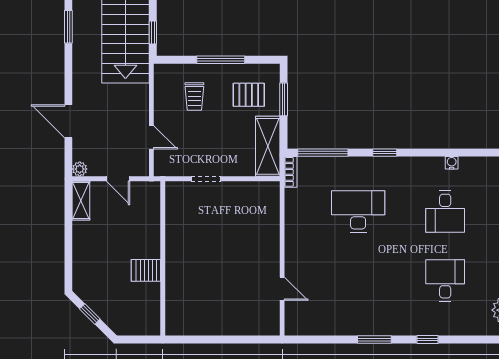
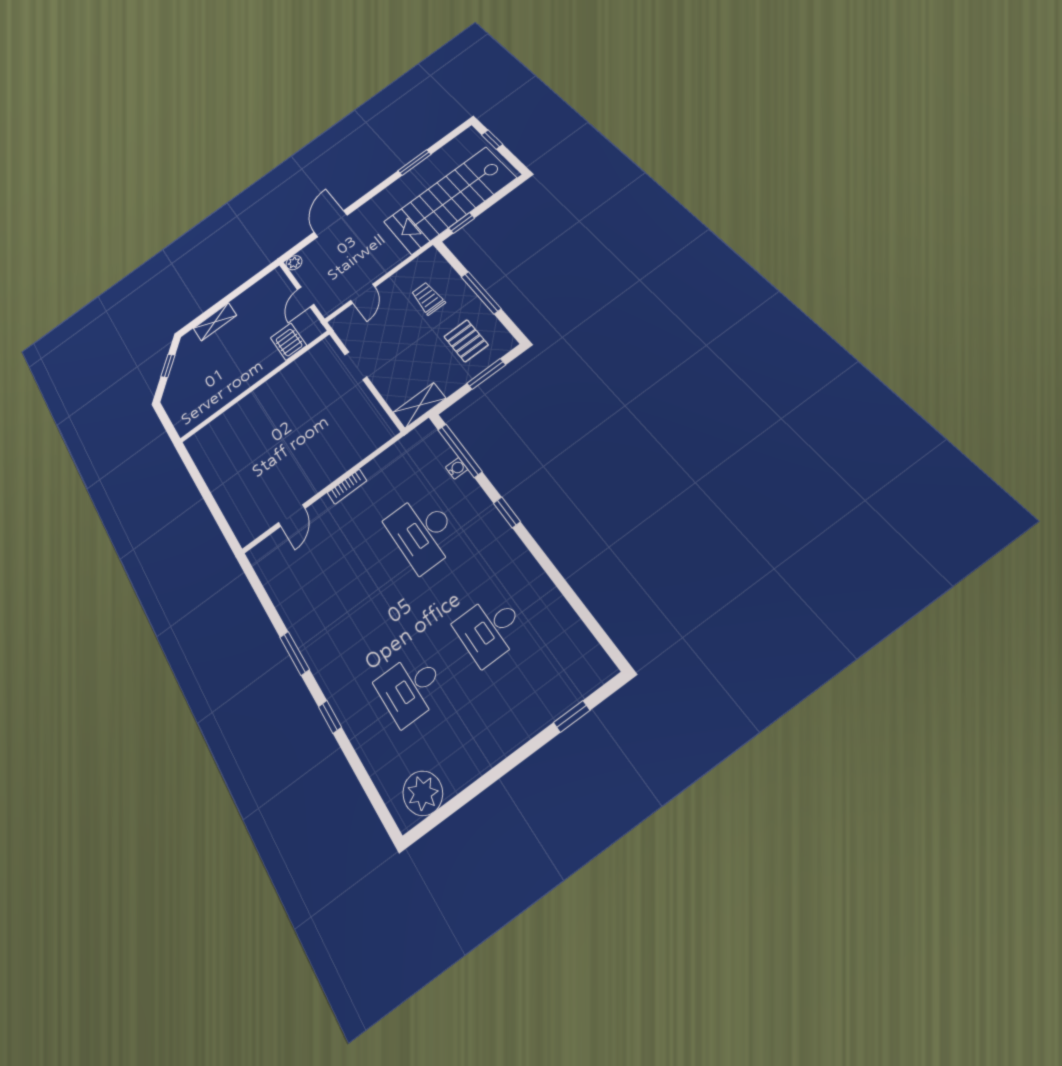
trolley: (194, 97) -> (428, 298), turned 90
shelving: (268, 146) -> (419, 405), width x0.67, depth x0.75
water cooler: (452, 163) -> (457, 468), moved
bookcase: (291, 172) -> (347, 487), moved
shelving: (81, 201) -> (215, 322), moved
desk: (358, 212) -> (423, 532), turned 180
server rack: (146, 270) -> (288, 342), moved
desk: (445, 281) -> (410, 688), turned 180

